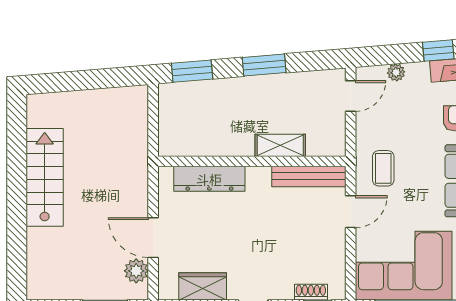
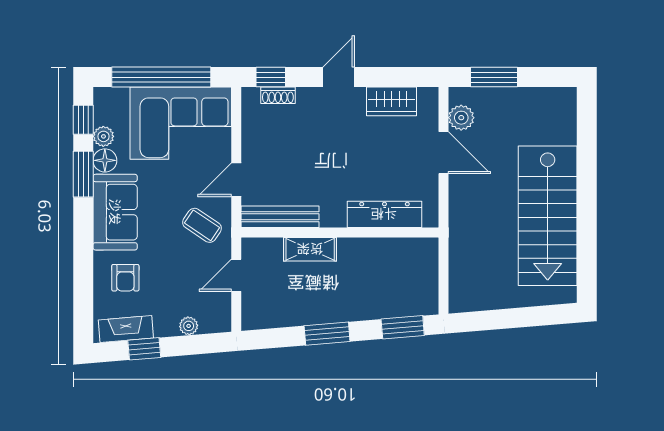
door: (351, 96) -> (236, 275), moved
coffee table: (383, 168) -> (202, 225), turned -56
stairs: (45, 177) -> (548, 216), width x1.36, depth x1.51

